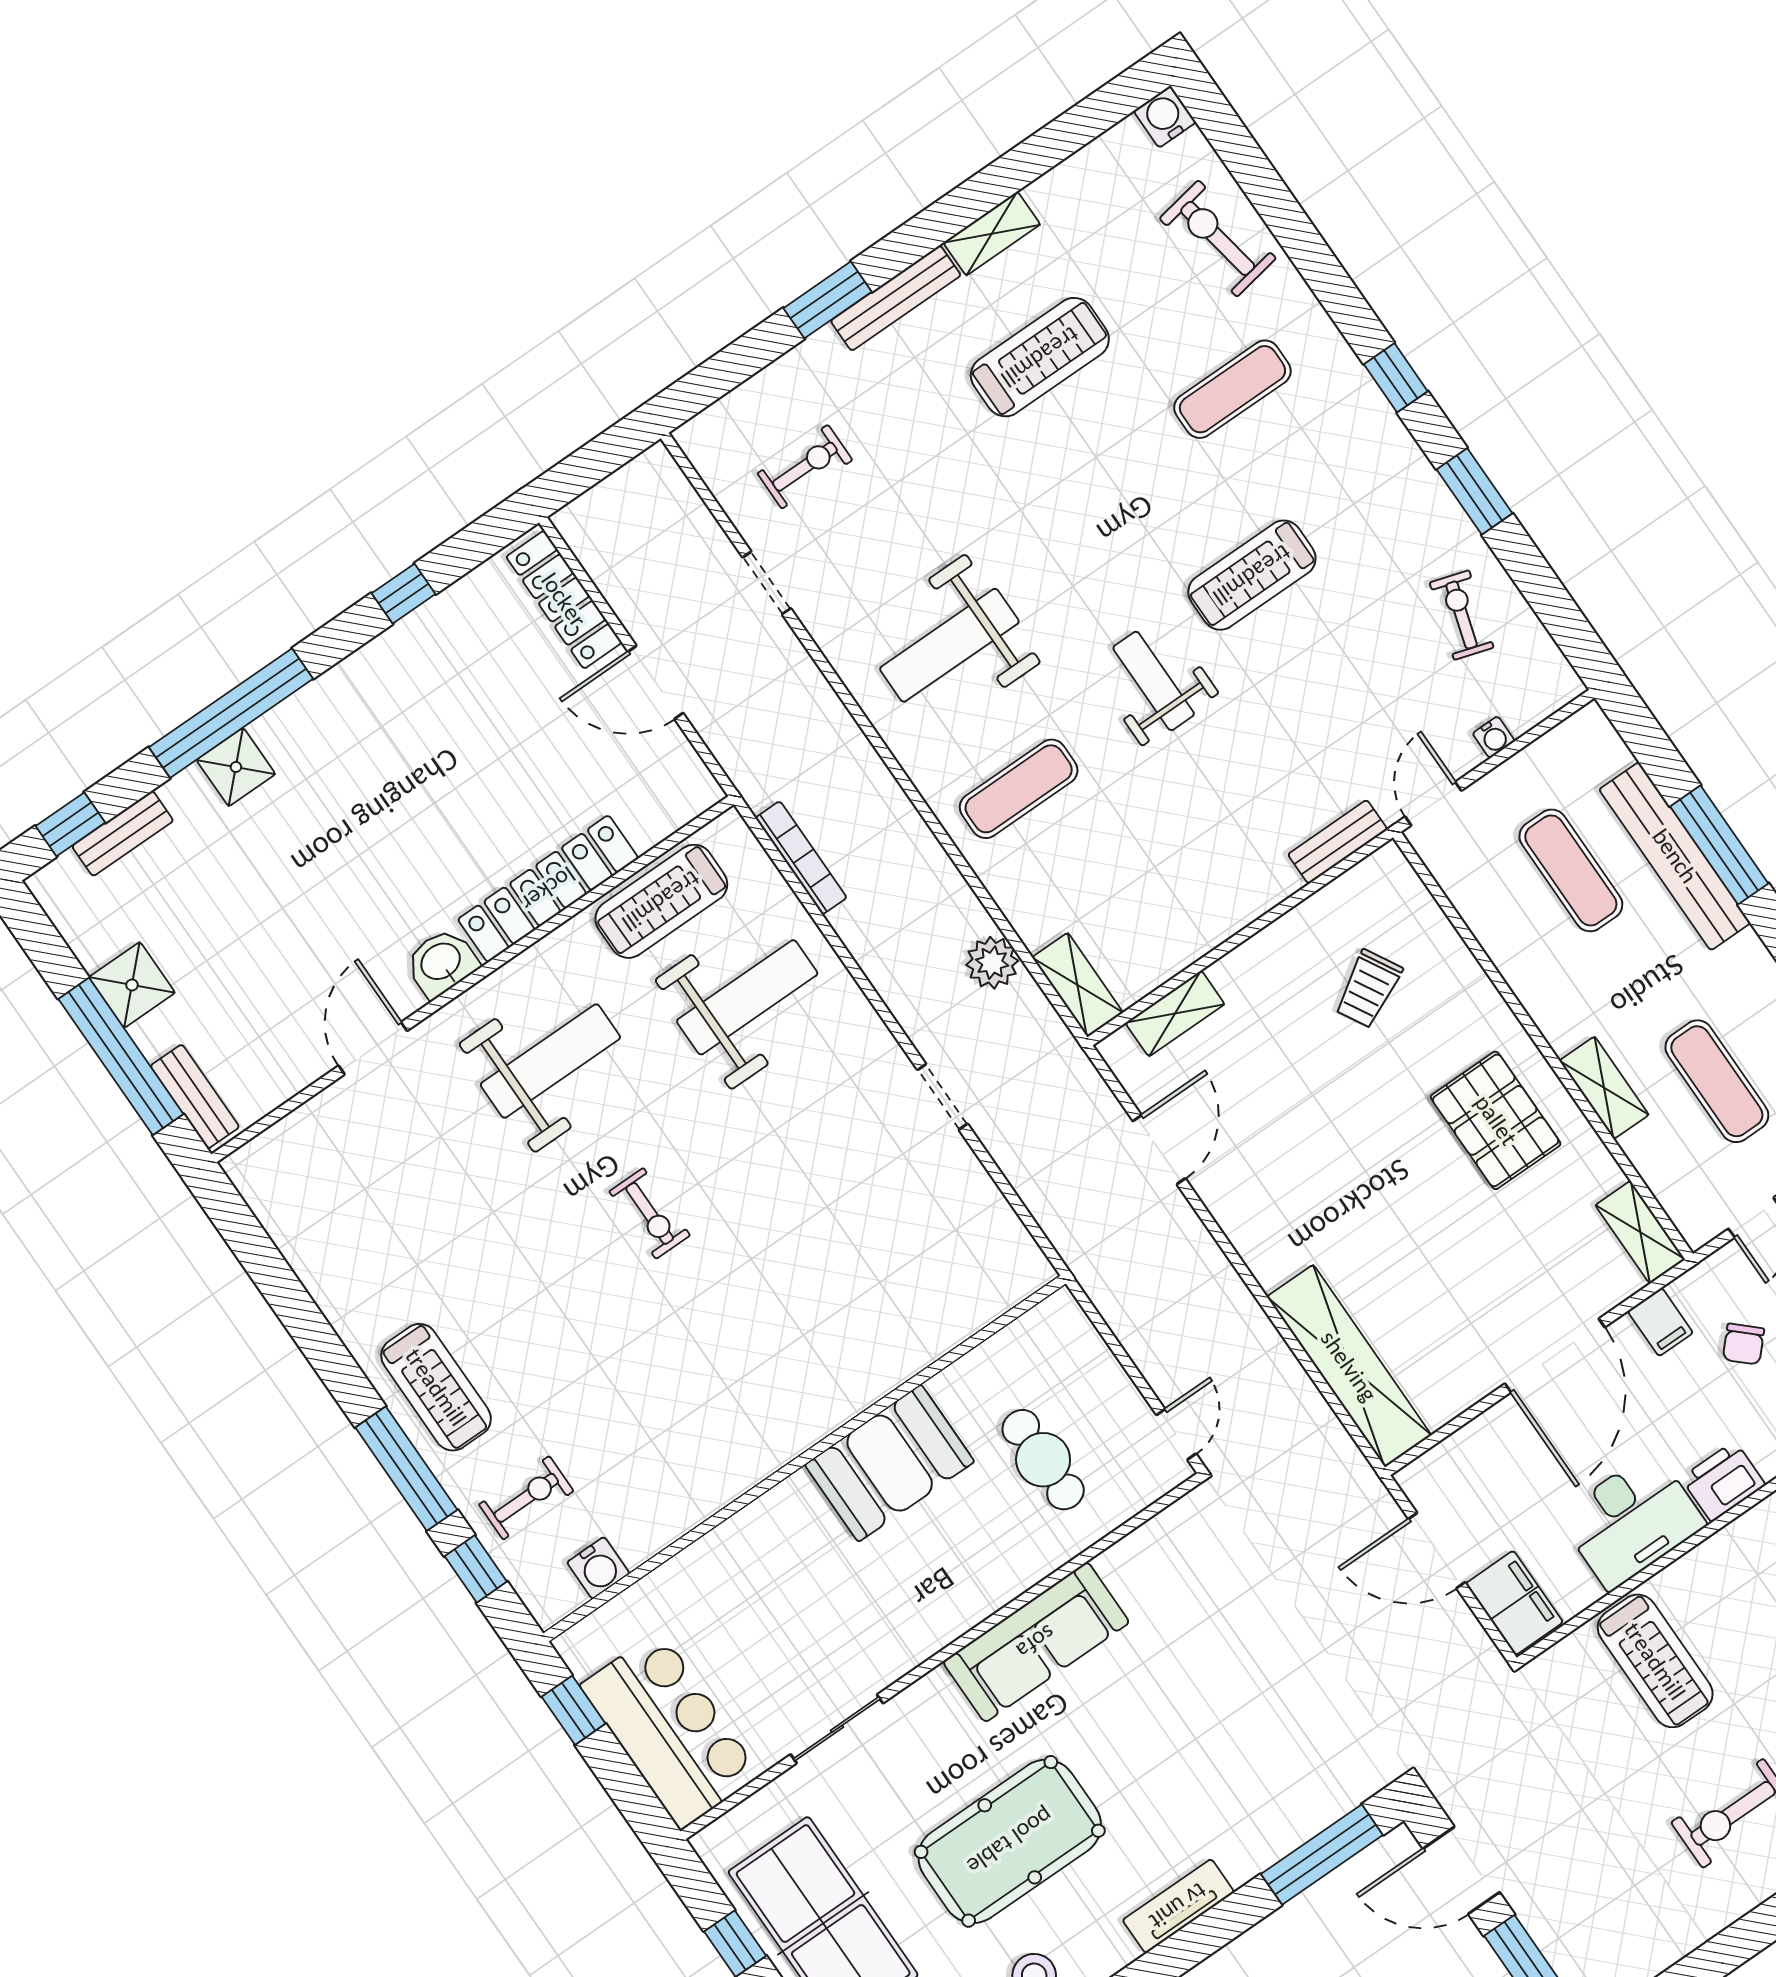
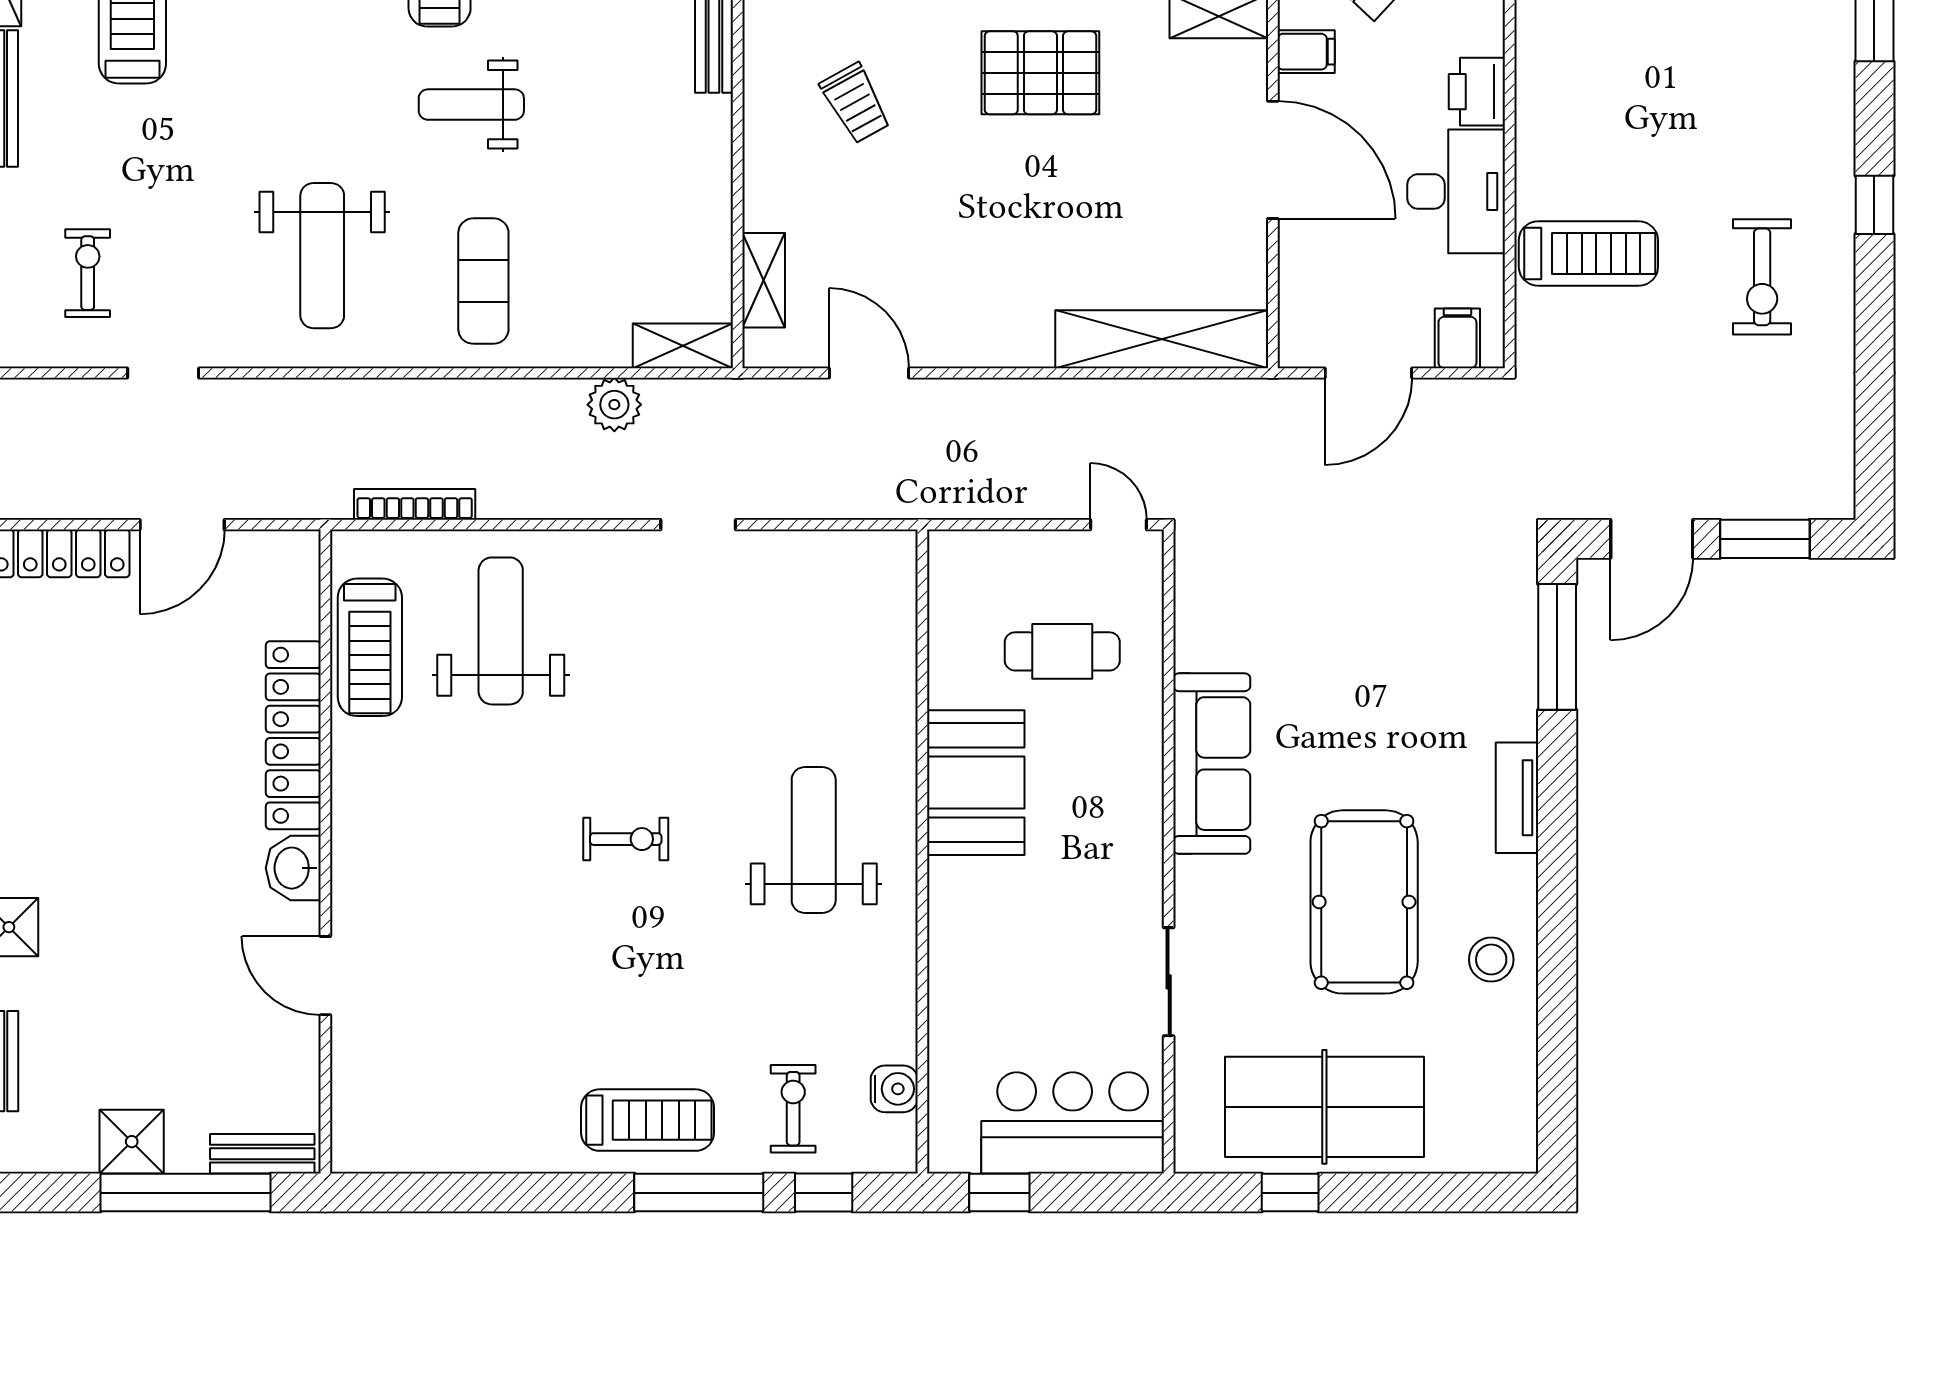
weight bench: (550, 1061) -> (814, 840), moved
filing cabinet: (1514, 1603) -> (1457, 338), width x0.50

